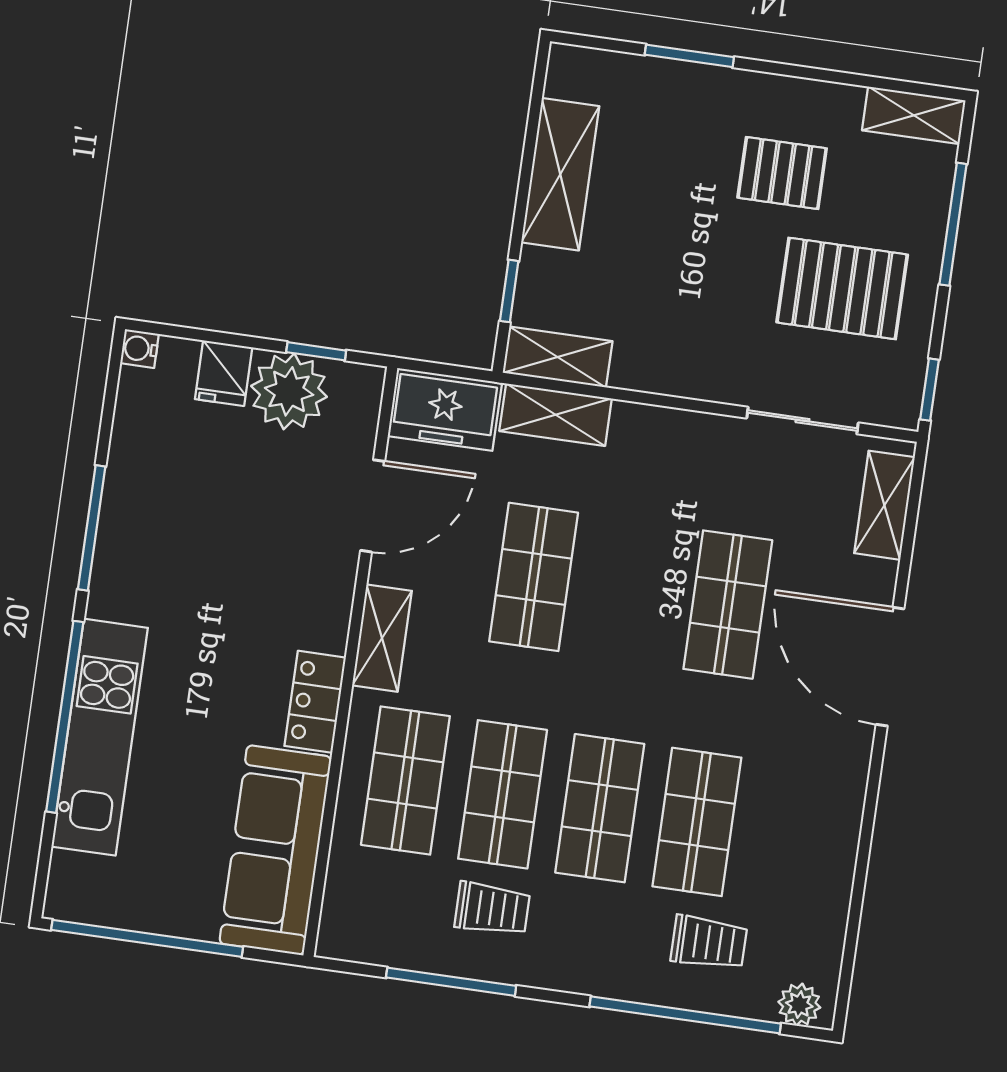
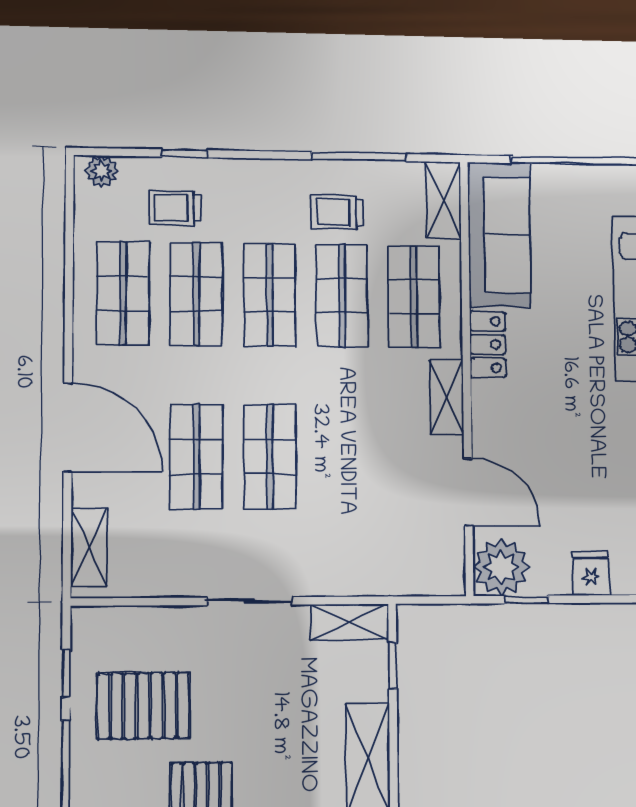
window: (930, 390) -> (66, 673), moved
plant: (289, 391) -> (501, 567), moved
freezer: (445, 409) -> (427, 571), removed
shelving: (556, 415) -> (443, 200), moved, turned 90
sliding door: (802, 421) -> (249, 601), moved
door: (373, 506) -> (468, 492), swing flipped
shop shelf: (534, 577) -> (270, 457), moved
shop shelf: (794, 836) -> (123, 293), added
window: (685, 1015) -> (185, 153), width x0.32

